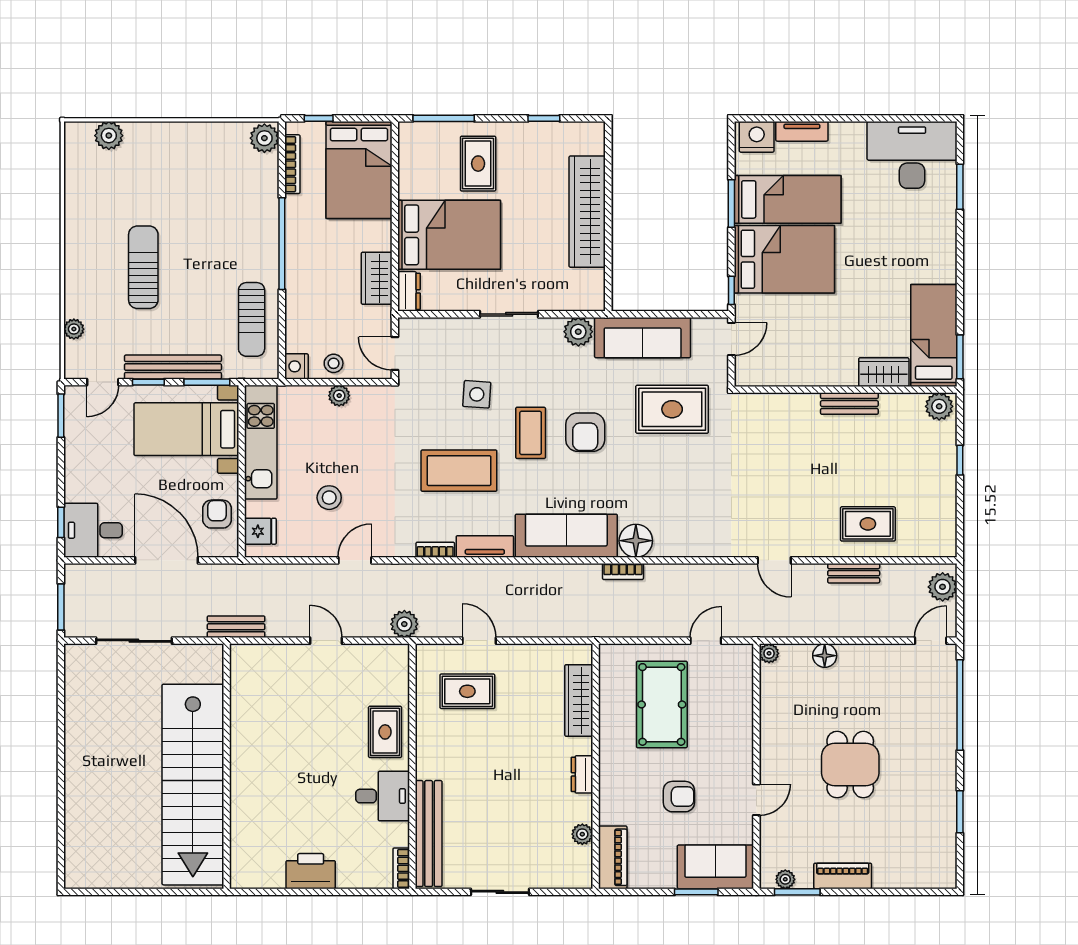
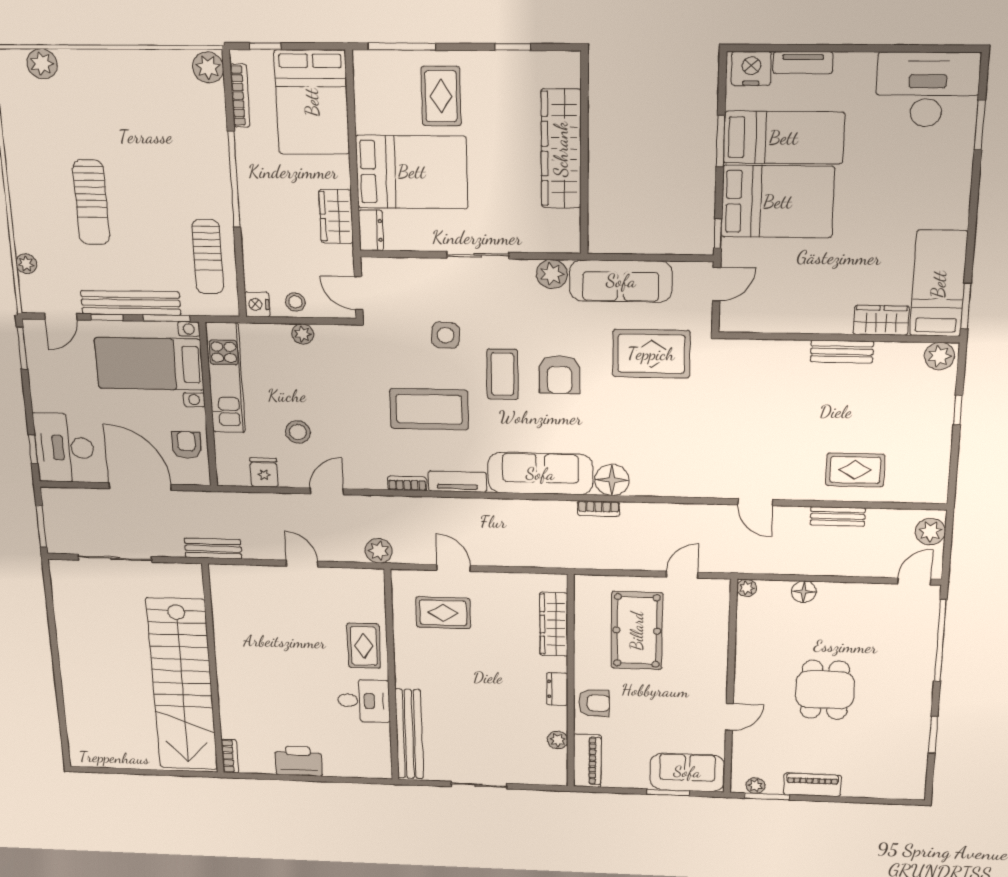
sun lounger: (143, 267) -> (91, 202), turned 180
desk: (93, 530) -> (64, 448), width x1.37
fridge: (260, 531) -> (264, 472), moved, turned -90
armchair: (679, 797) -> (594, 703), moved
bookcase: (401, 868) -> (230, 756), moved, turned 180

